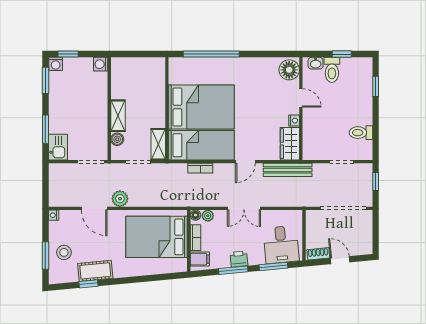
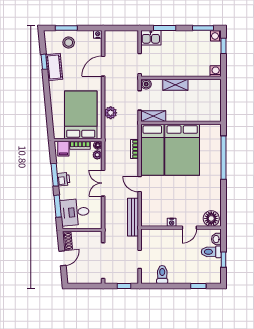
boiler: (117, 139) -> (146, 84), moved
wardrobe: (290, 144) -> (154, 219), removed
plant: (120, 199) -> (111, 113), moved

